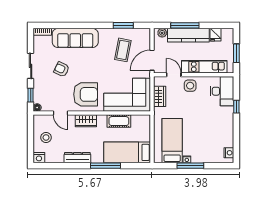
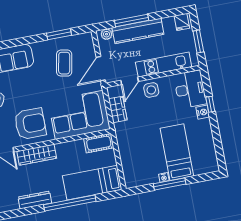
fridge: (215, 35) -> (182, 22), moved
door: (174, 75) -> (130, 81), swing flipped
wardrobe: (86, 121) -> (37, 155), width x1.50
cot: (119, 121) -> (99, 143), moved
bed: (172, 141) -> (177, 152), moved
nightstand: (229, 153) -> (203, 112), moved
window: (106, 166) -> (70, 203), width x1.46

